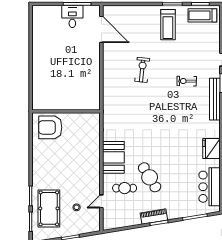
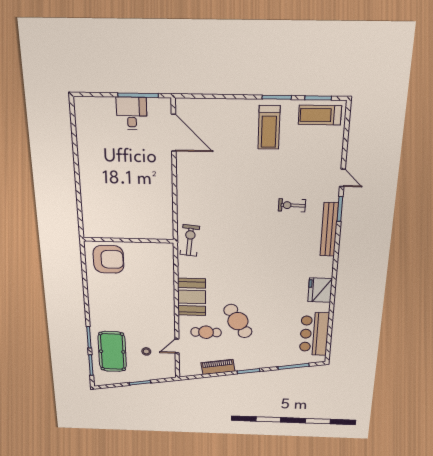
exercise bike: (142, 70) -> (190, 240), moved
armchair: (50, 127) -> (109, 259), turned 180
piano: (154, 217) -> (218, 367), moved

